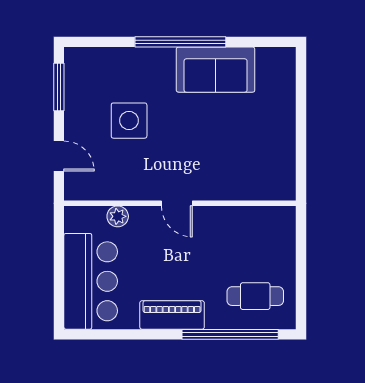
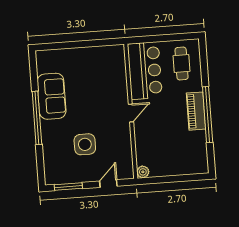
plant: (118, 216) -> (143, 172), moved
bar counter: (91, 281) -> (145, 71), moved, turned 90
window: (230, 334) -> (208, 115), moved

